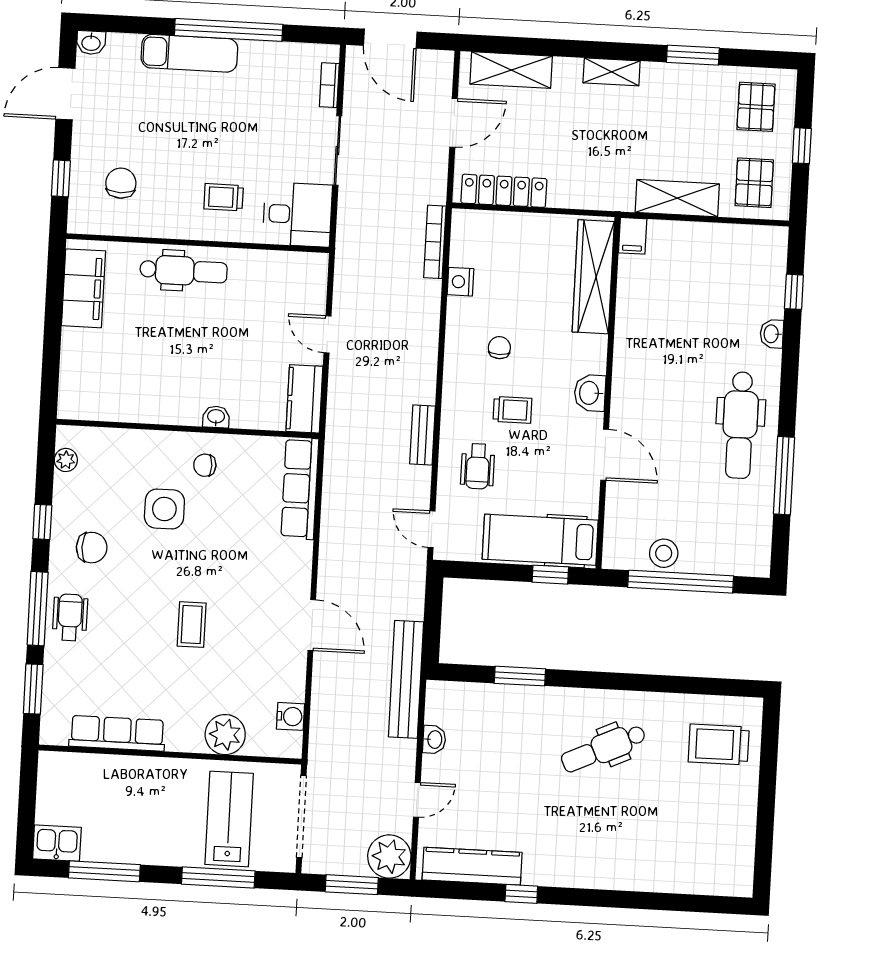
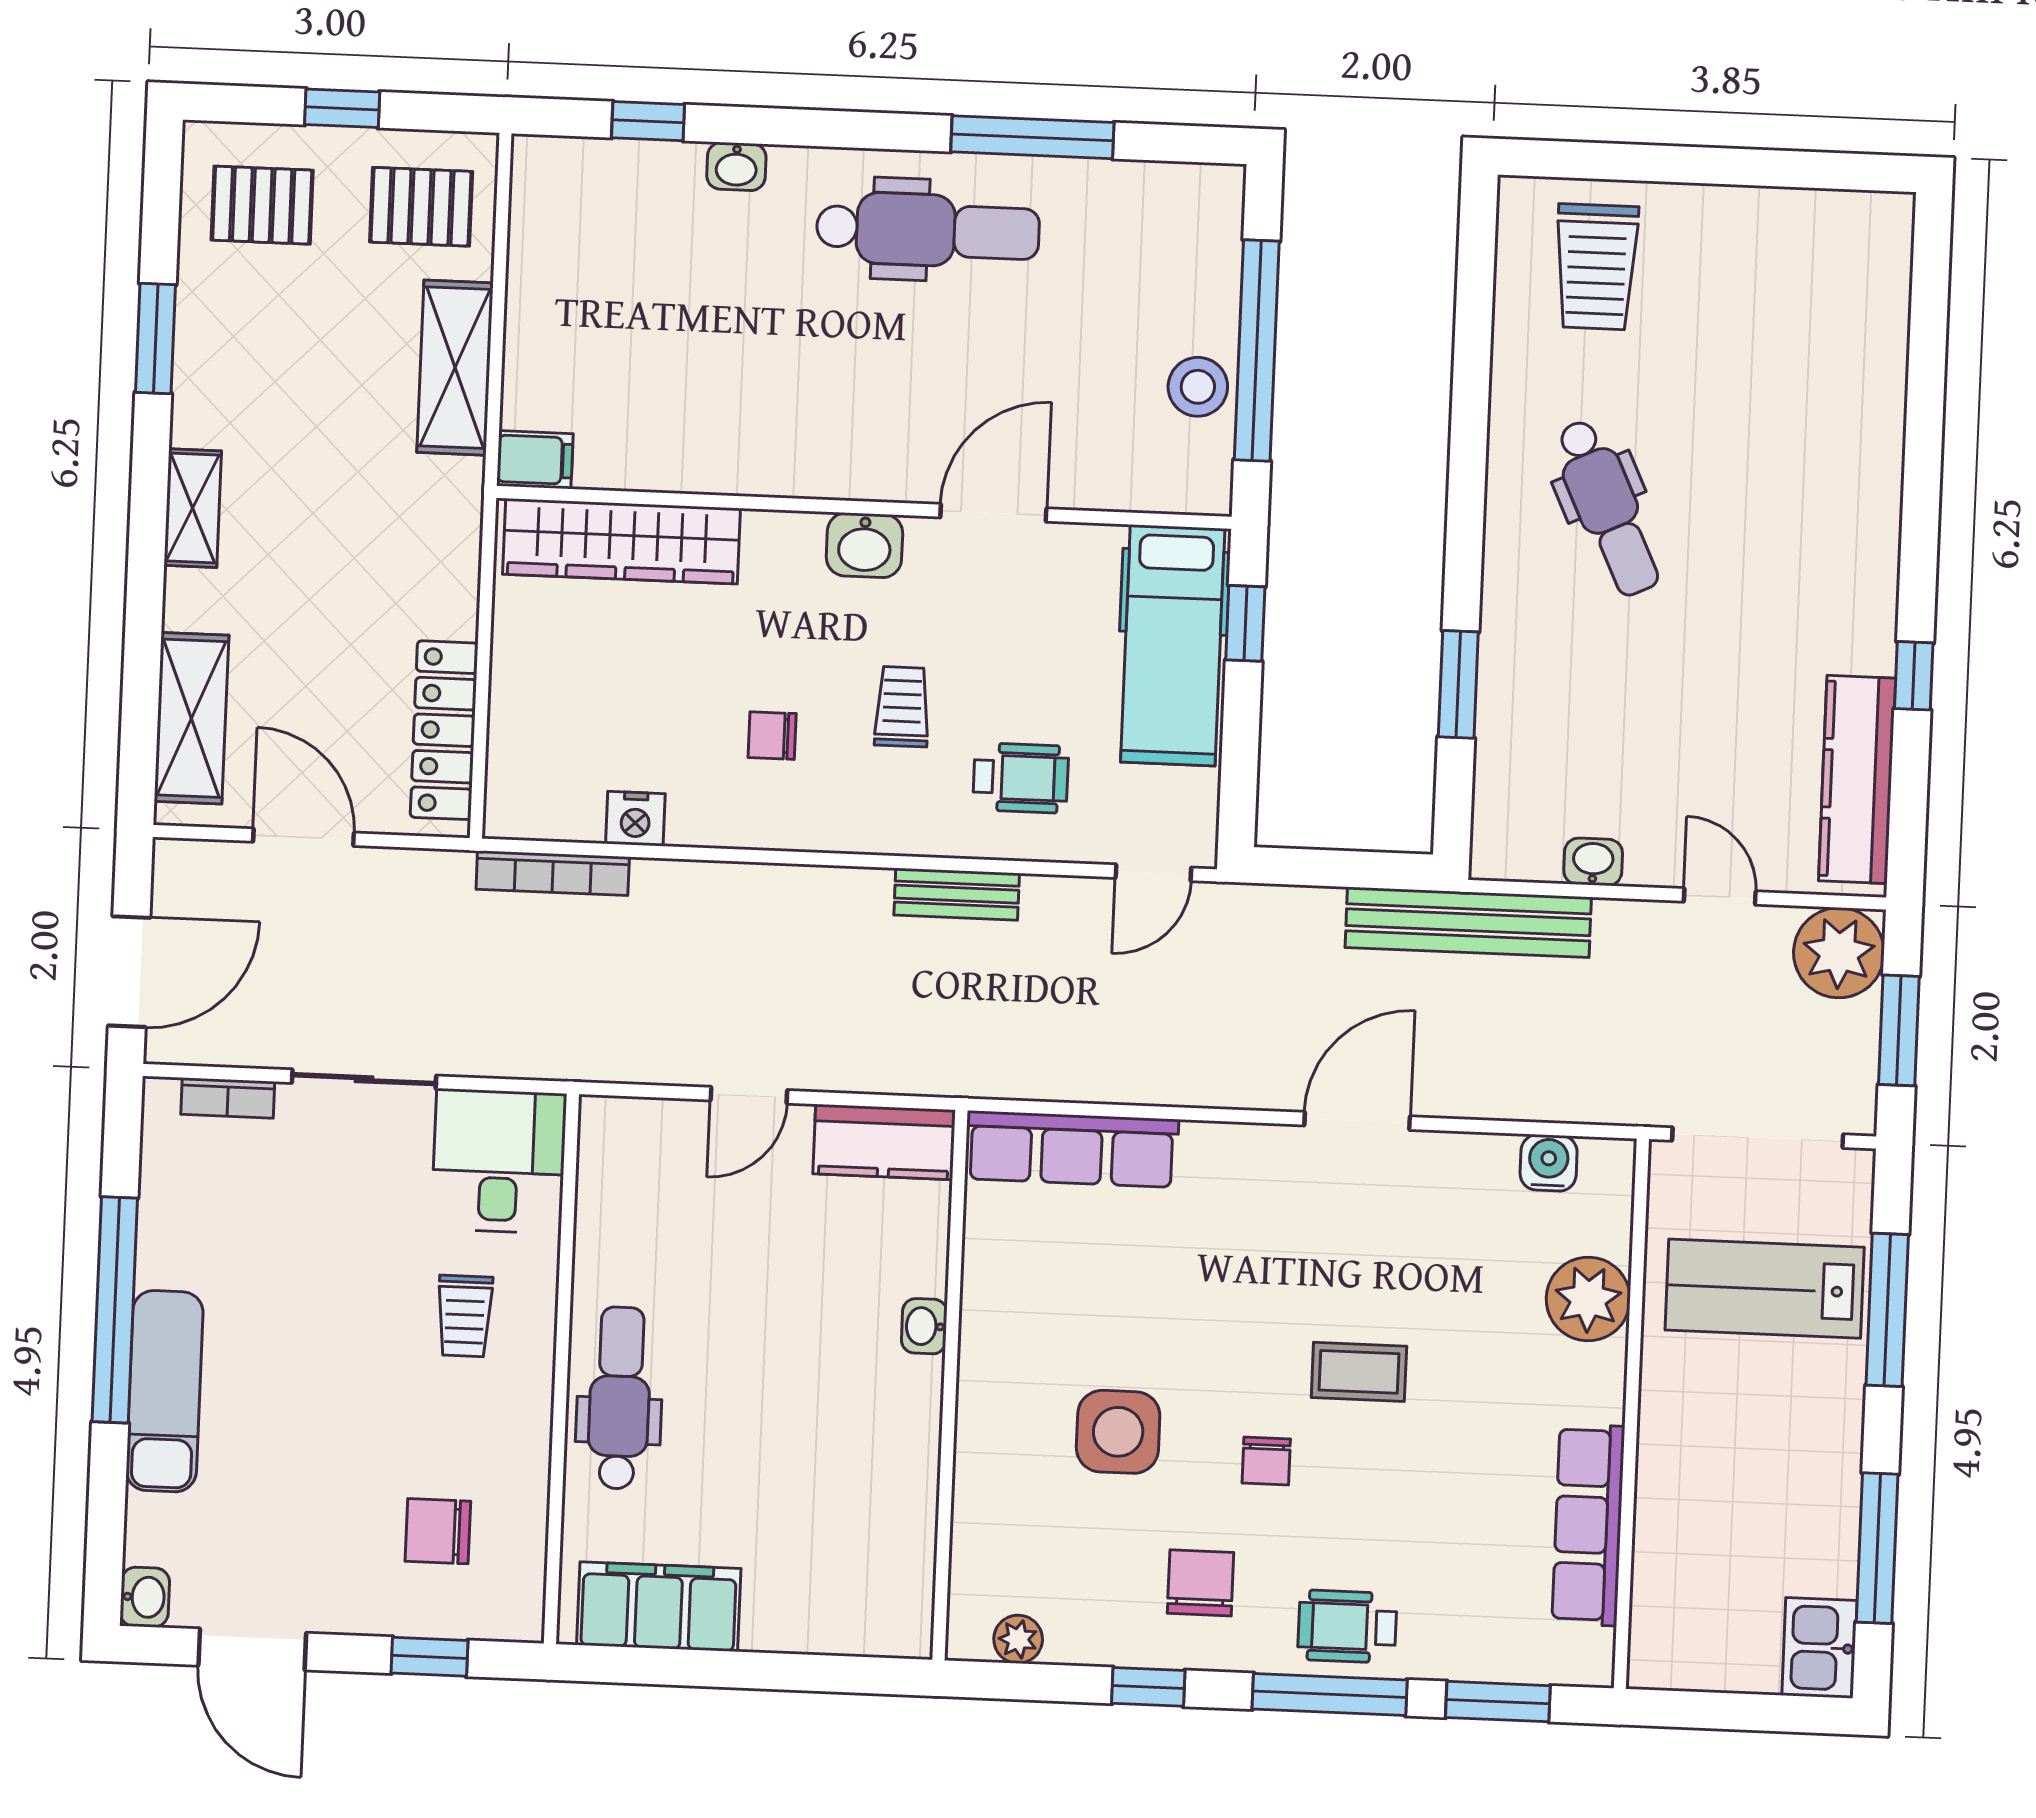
chair: (205, 465) -> (1266, 1461), moved

